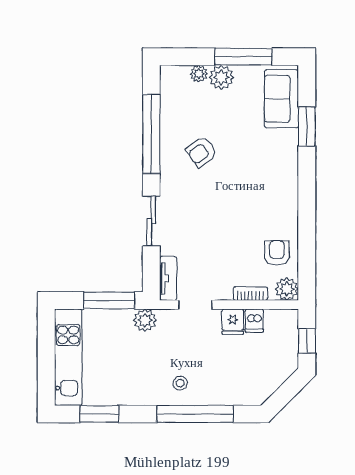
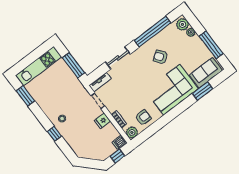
plant: (221, 77) -> (182, 24), moved
corner sofa: (267, 174) -> (172, 90), added
plant: (145, 320) -> (76, 86), removed
dishwasher: (254, 321) -> (119, 142), moved
window: (195, 414) -> (54, 134), width x0.32

